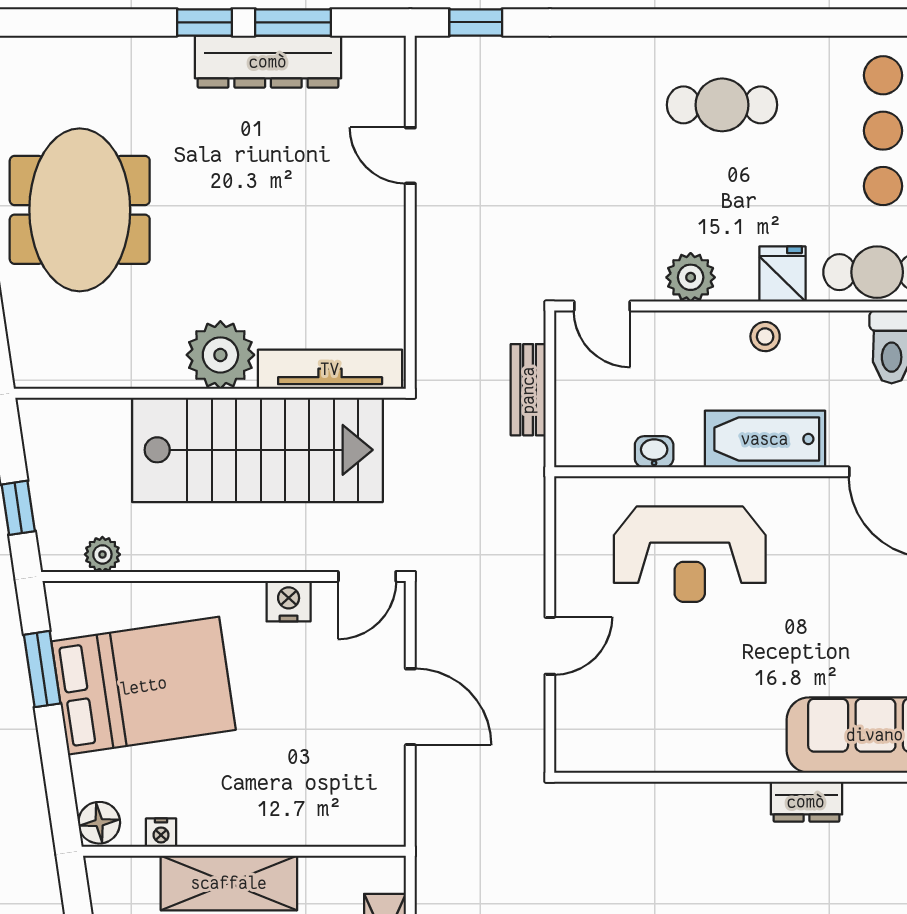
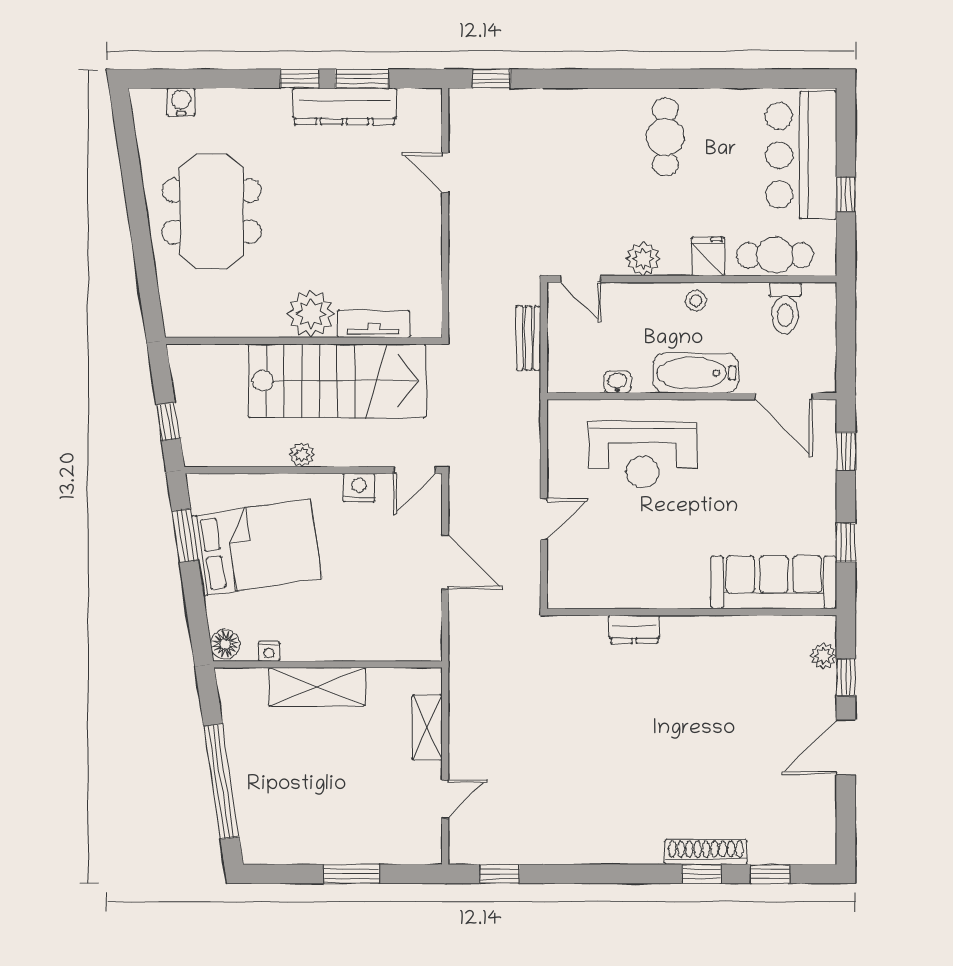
water cooler: (37, 55) -> (181, 102), added
cafe table: (722, 105) -> (665, 137), turned 90
tv unit: (330, 369) -> (374, 324), width x0.71
plant: (102, 554) -> (302, 455), moved
dresser: (806, 802) -> (634, 629), moved

